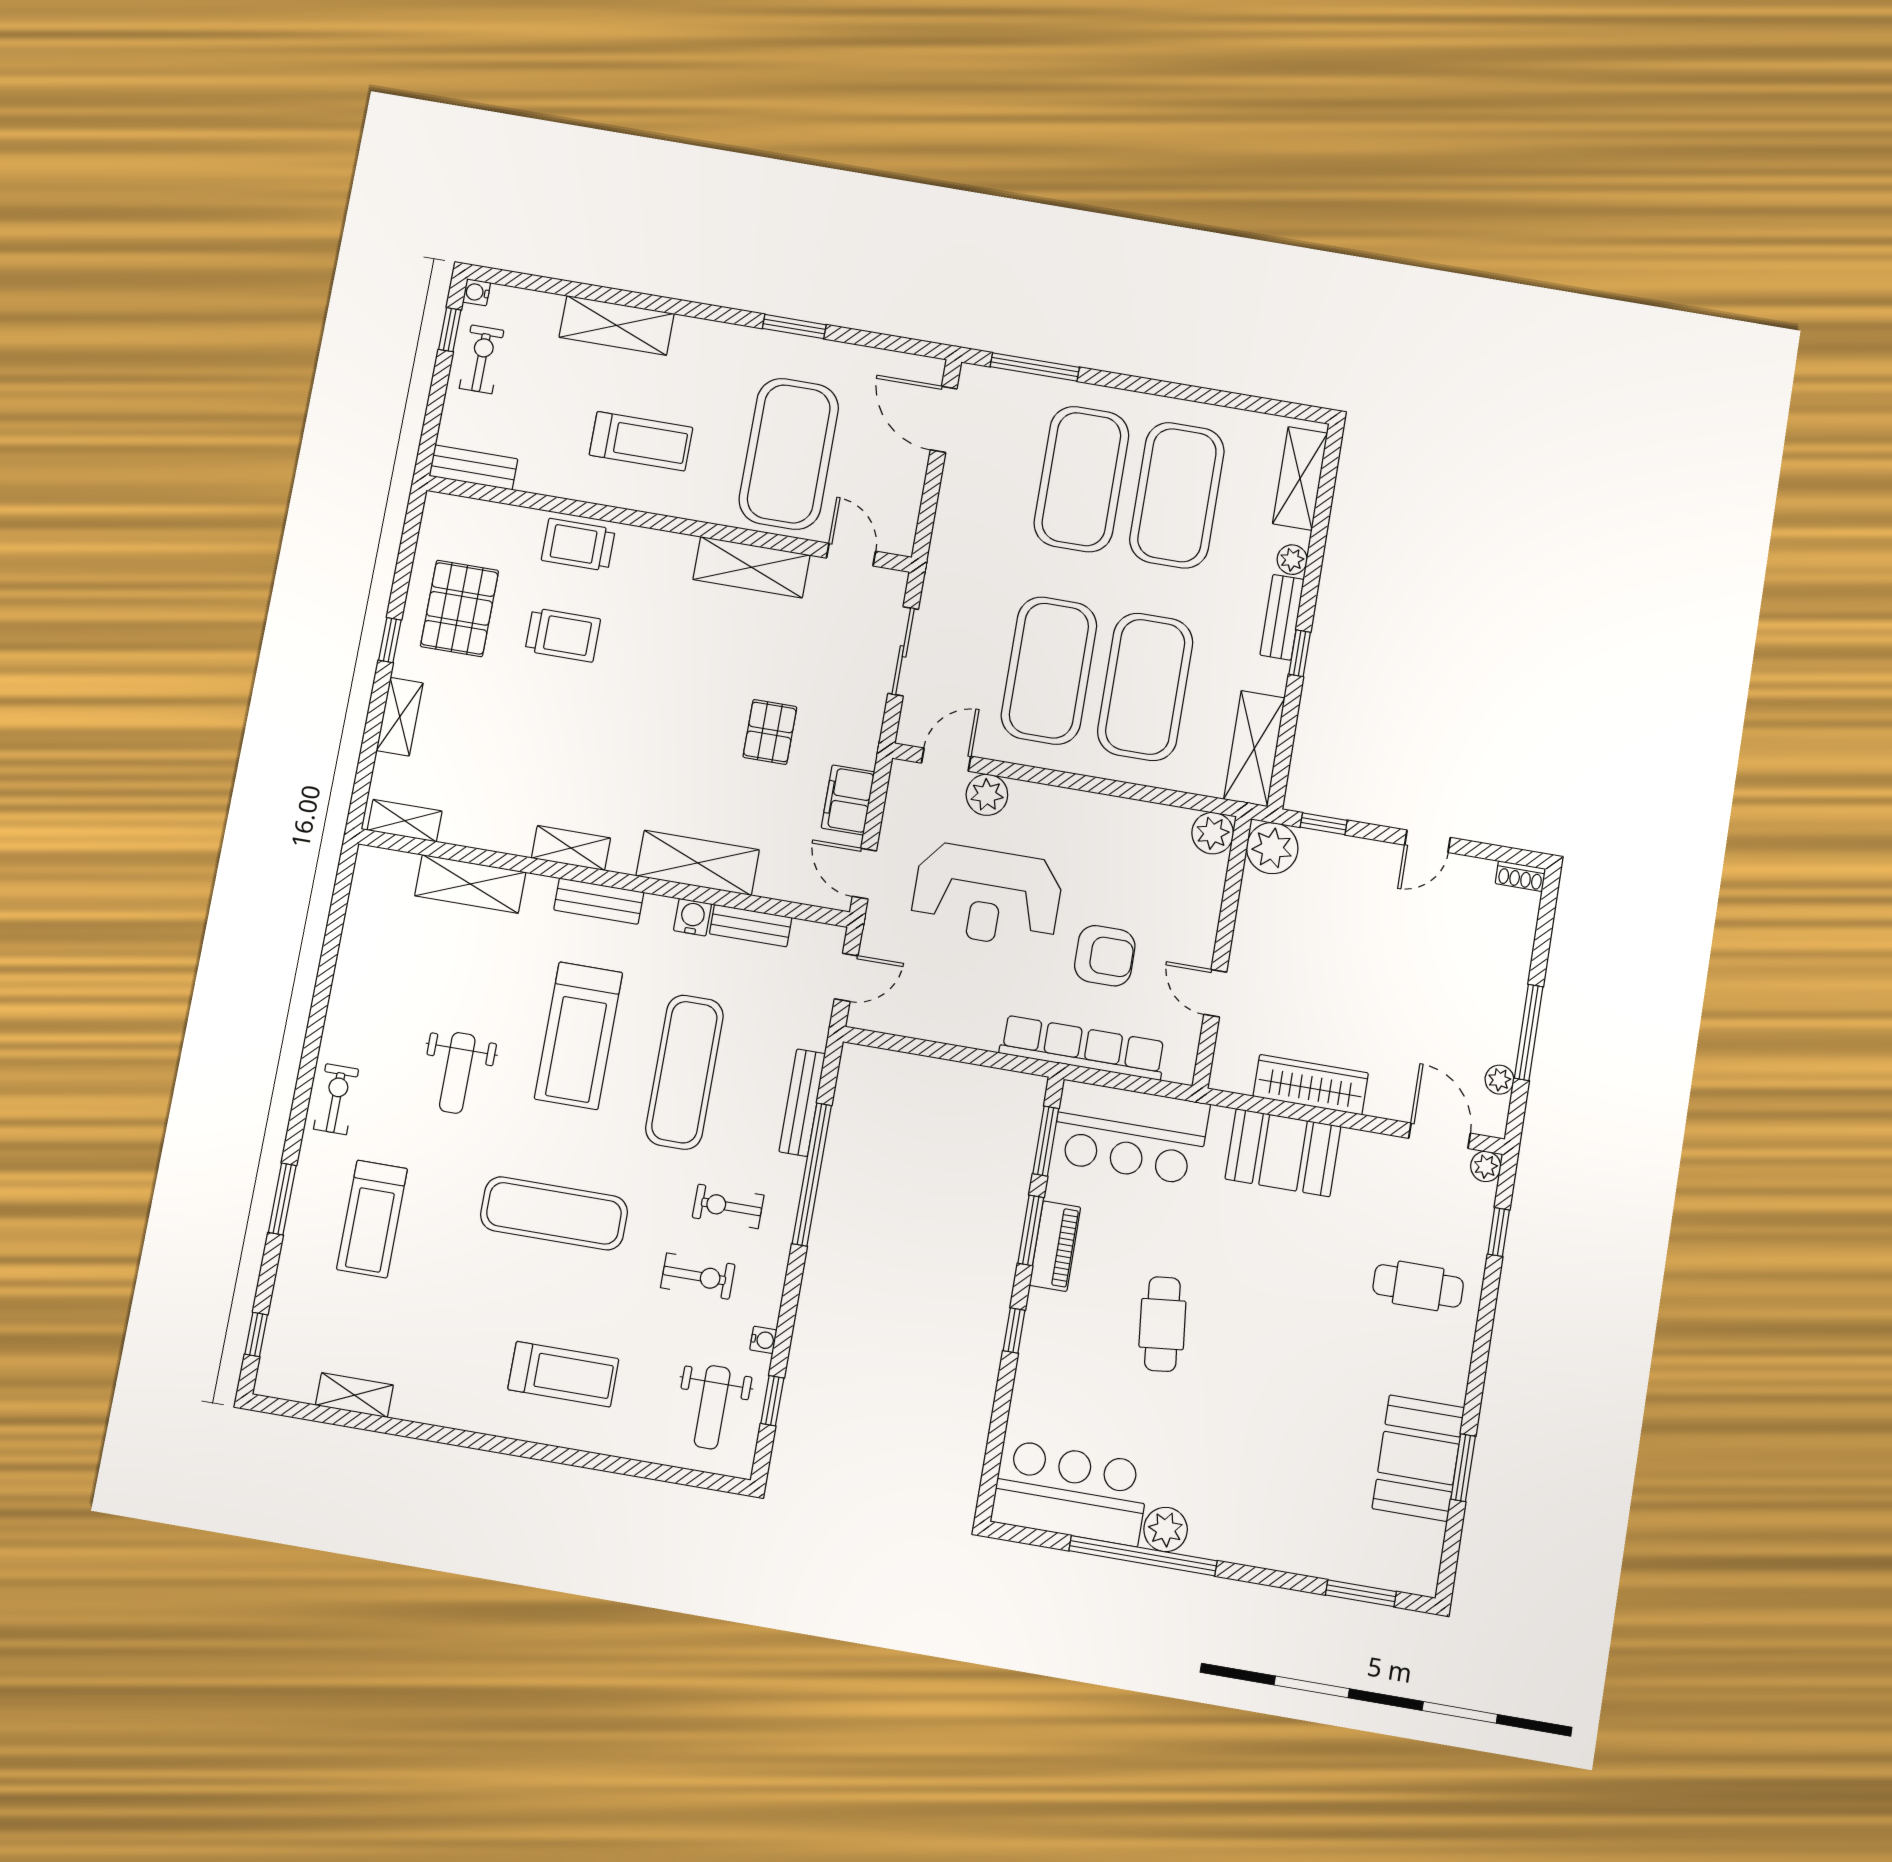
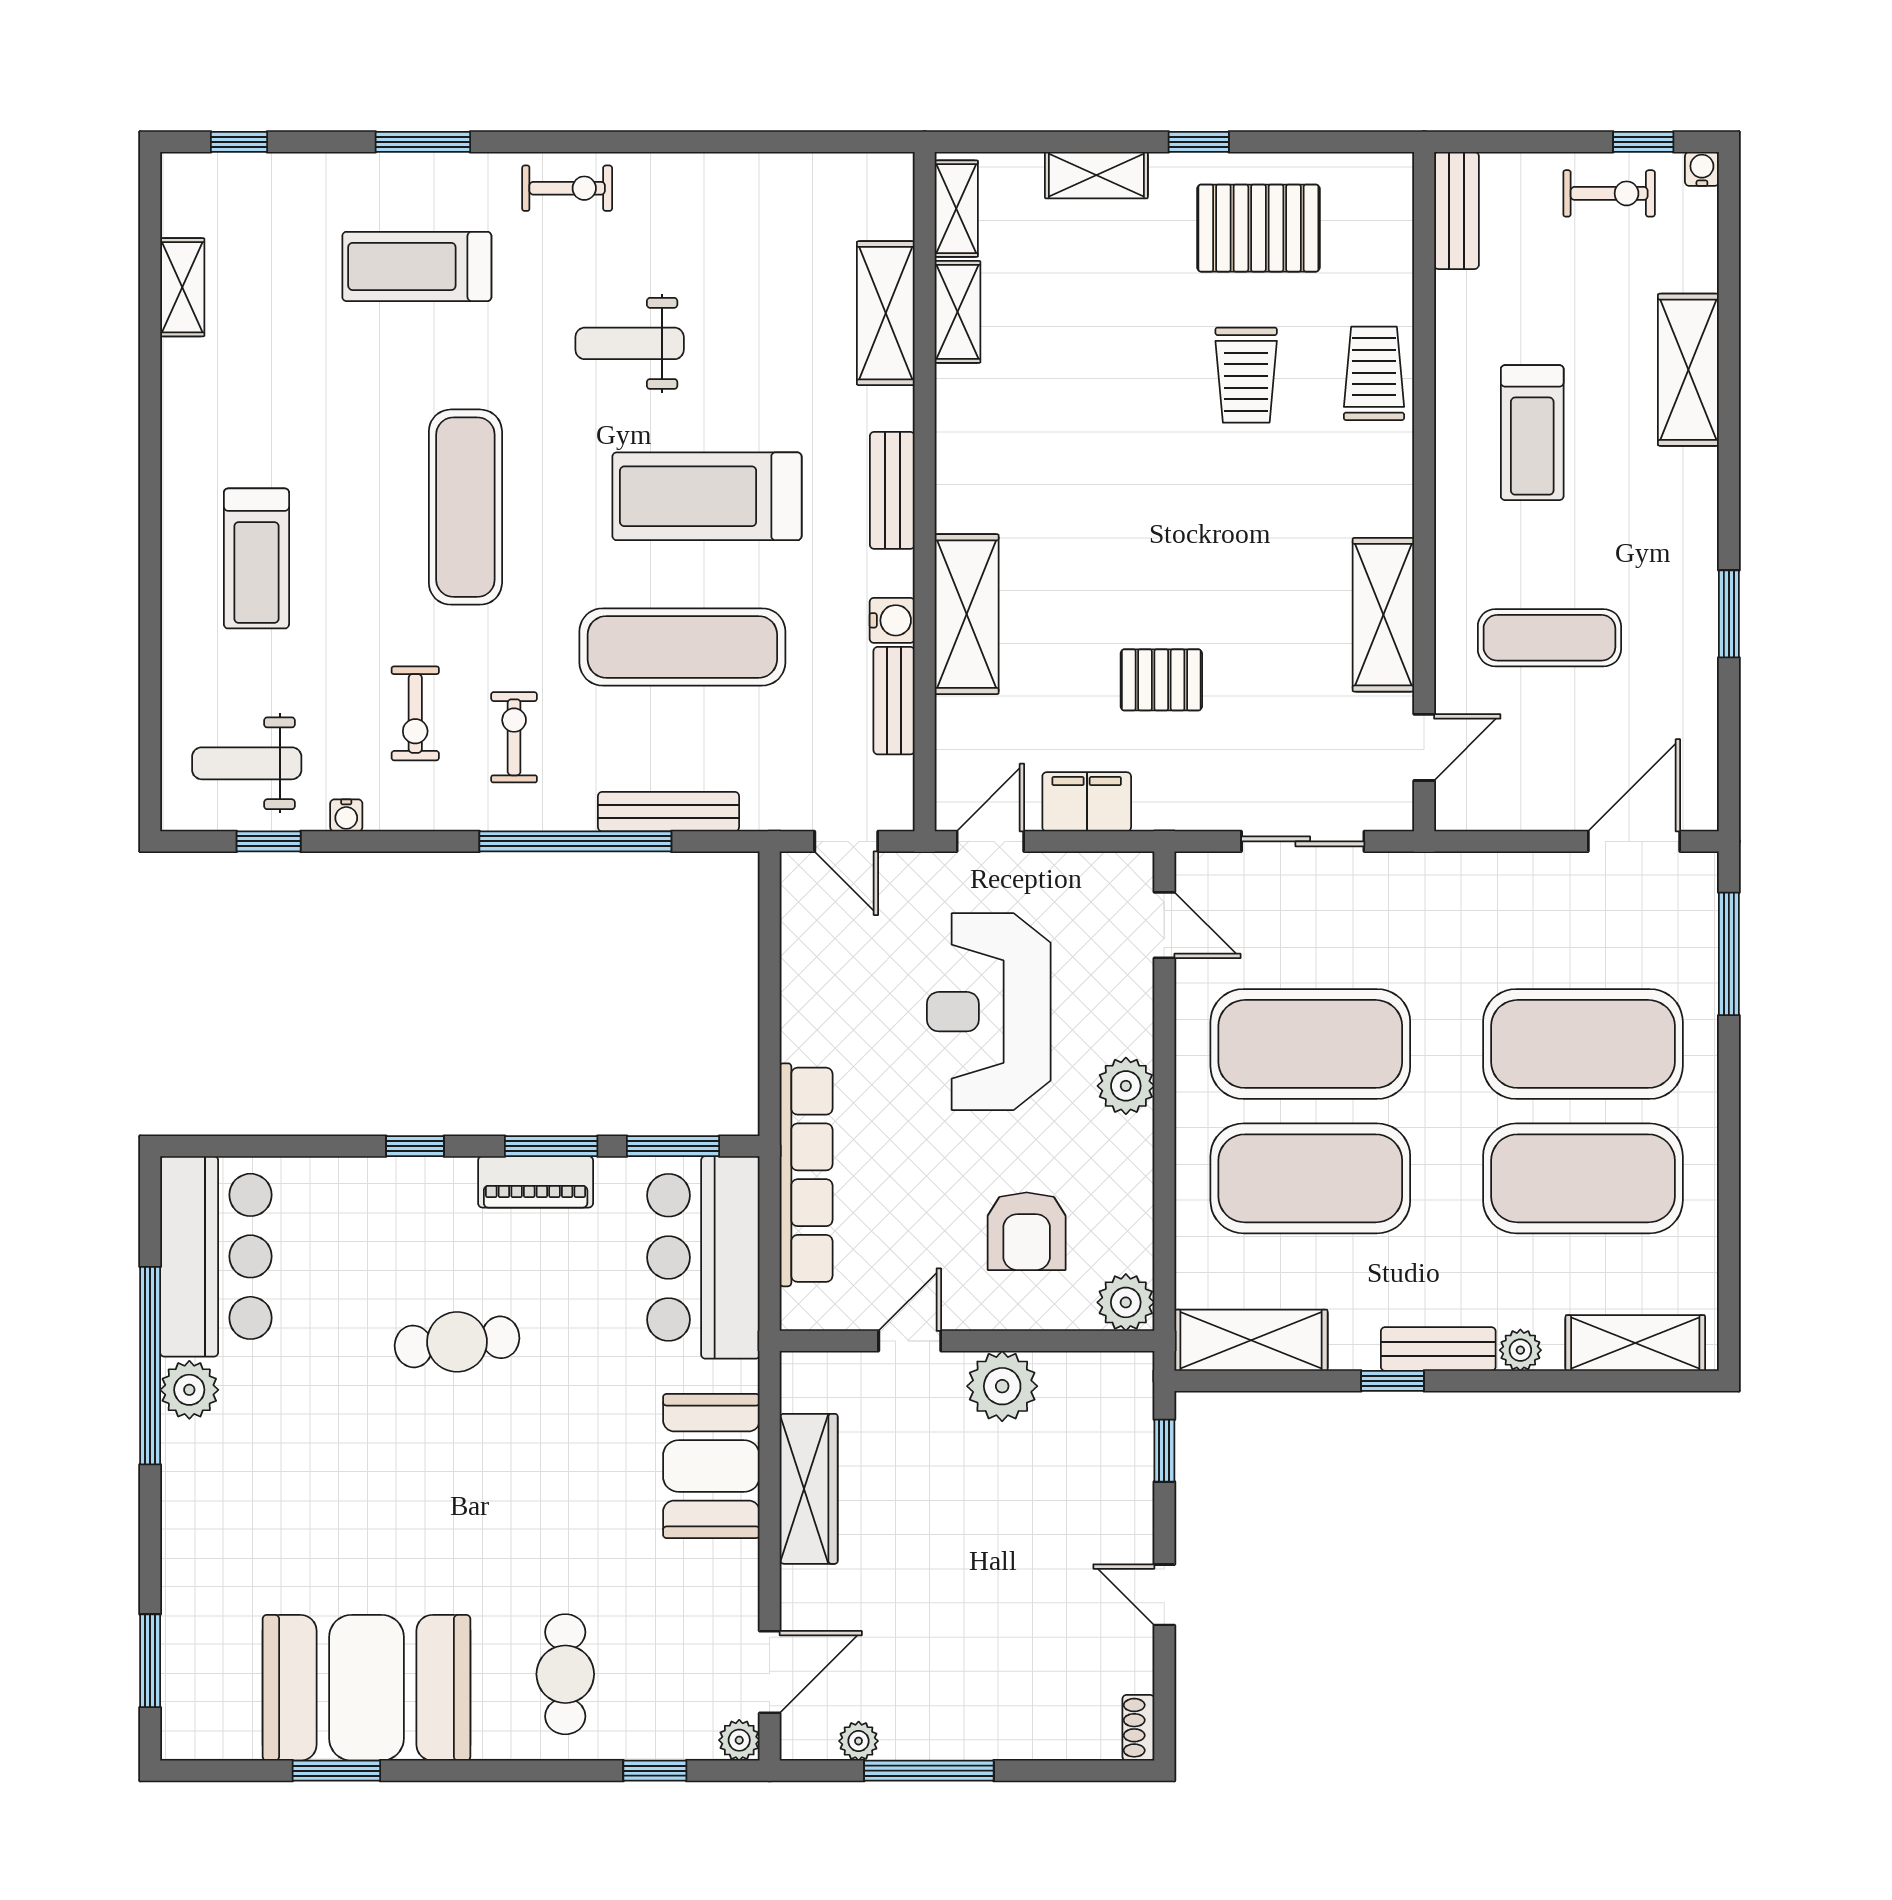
exercise mat: (789, 454) -> (1549, 638), width x0.50, depth x0.69
plant: (987, 795) -> (1126, 1086), moved
shelving: (571, 848) -> (957, 312), moved
plant: (1272, 848) -> (1002, 1386), moved
armchair: (1105, 956) -> (1027, 1231), moved
booth: (1418, 1458) -> (366, 1688), width x1.36, depth x1.42

